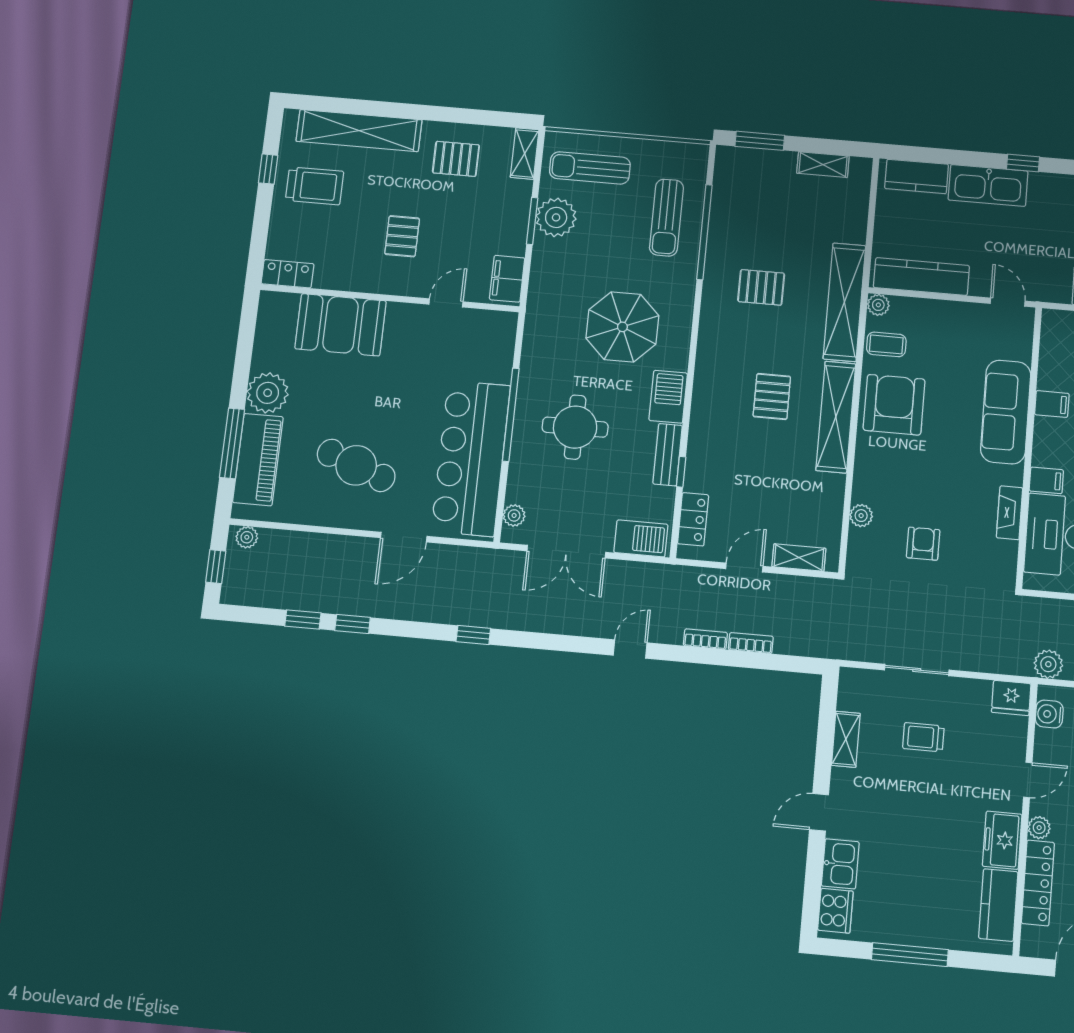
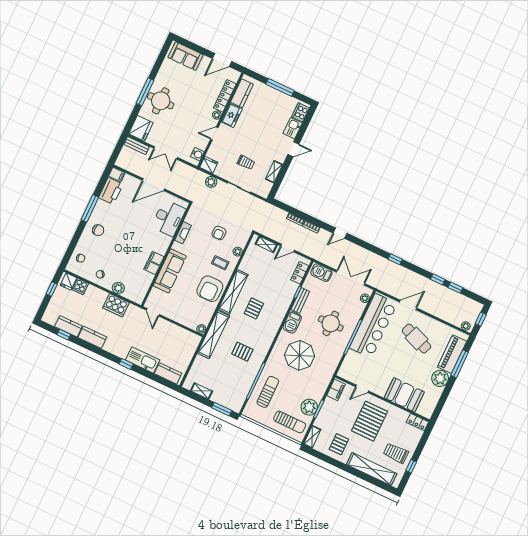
pallet: (456, 159) -> (339, 444), turned 90
pallet: (402, 236) -> (370, 421), width x2.05, depth x2.00
kitchen counter: (921, 277) -> (181, 334), removed
coffee table: (886, 344) -> (220, 263), moved
filing cabinet: (1046, 480) -> (156, 258), moved
plant: (1048, 664) -> (211, 182), moved

